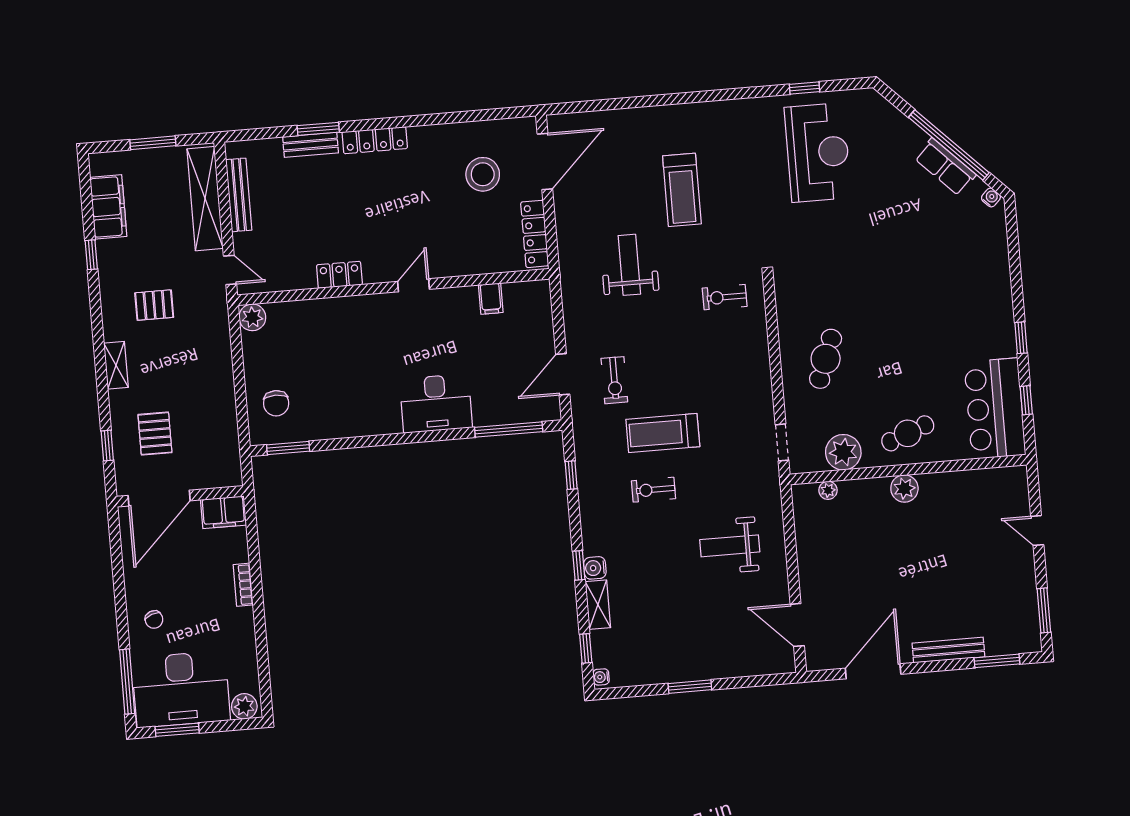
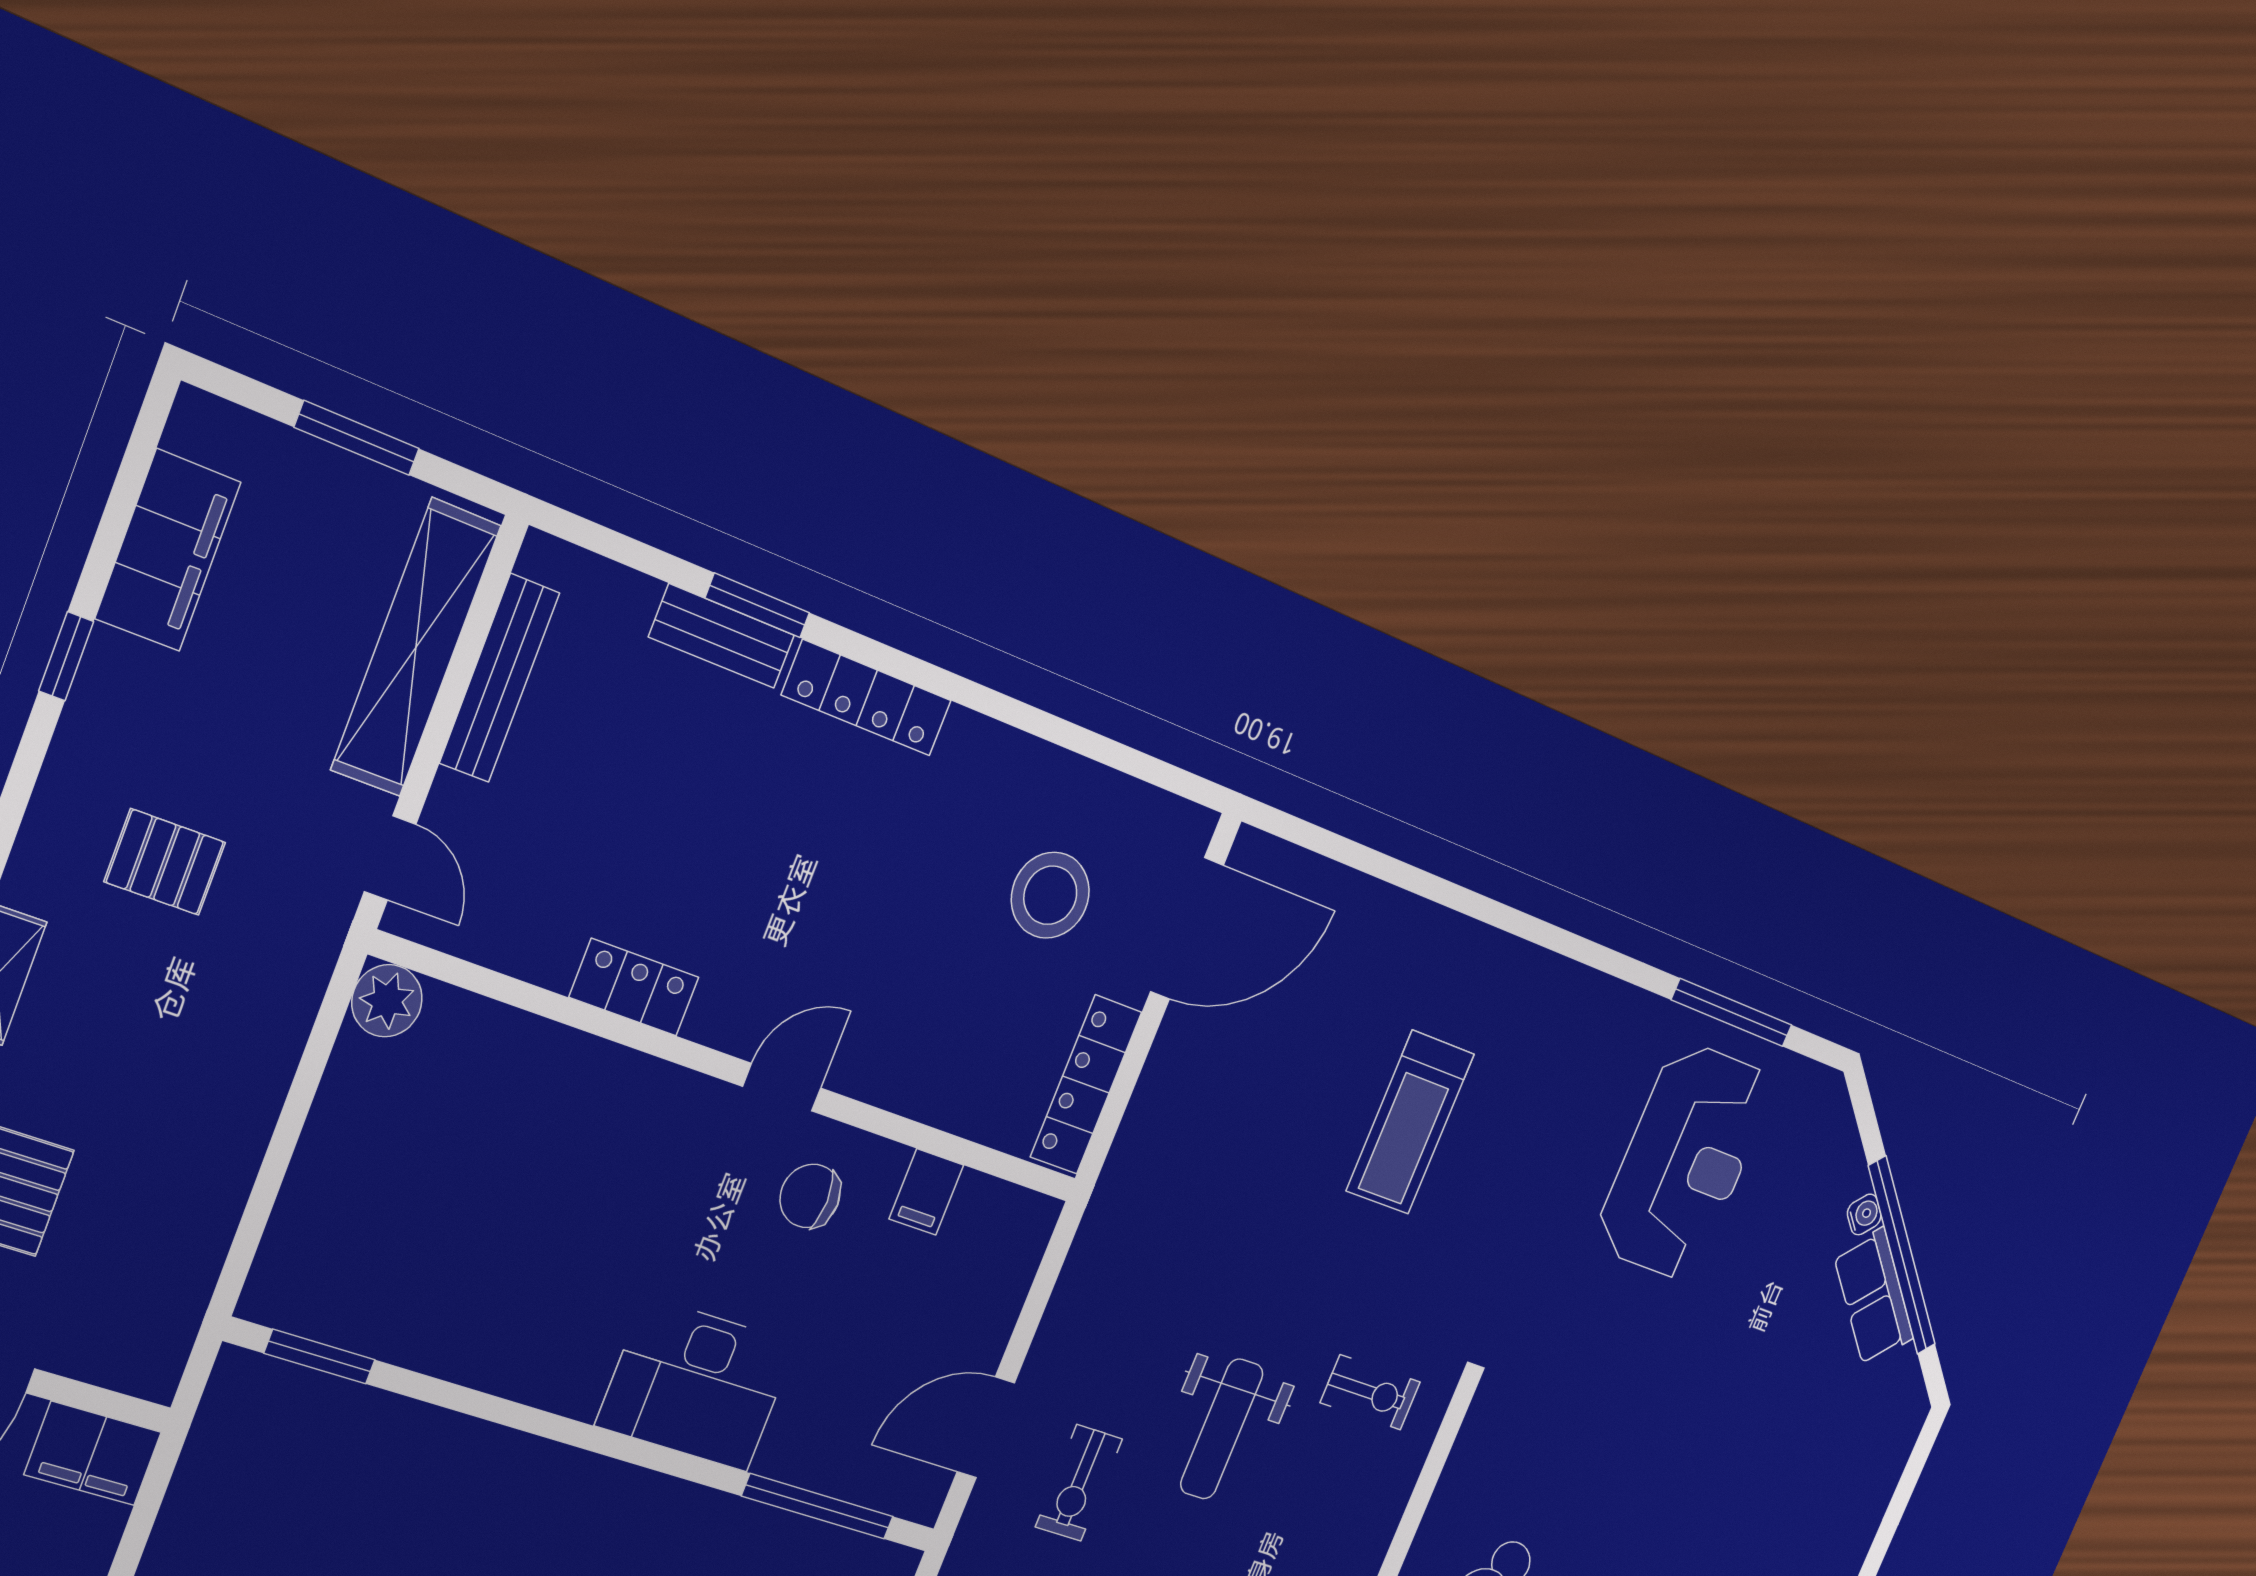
window: (805, 88) -> (1732, 1012), width x2.17
water cooler: (991, 197) -> (1864, 1214), moved
weight bench: (629, 265) -> (1222, 1429), moved, turned 180
exercise bike: (725, 297) -> (1370, 1392), turned 180
chair: (276, 403) -> (810, 1196), moved, turned 90

